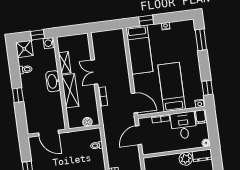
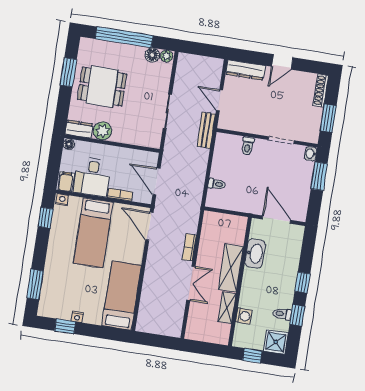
window: (146, 21) -> (65, 326), moved
washing machine: (49, 43) -> (244, 316), moved
window: (15, 72) -> (297, 315), added
washbasin: (53, 81) -> (255, 253), moved
boiler: (87, 122) -> (220, 219), removed
door: (139, 135) -> (156, 181), swing flipped

